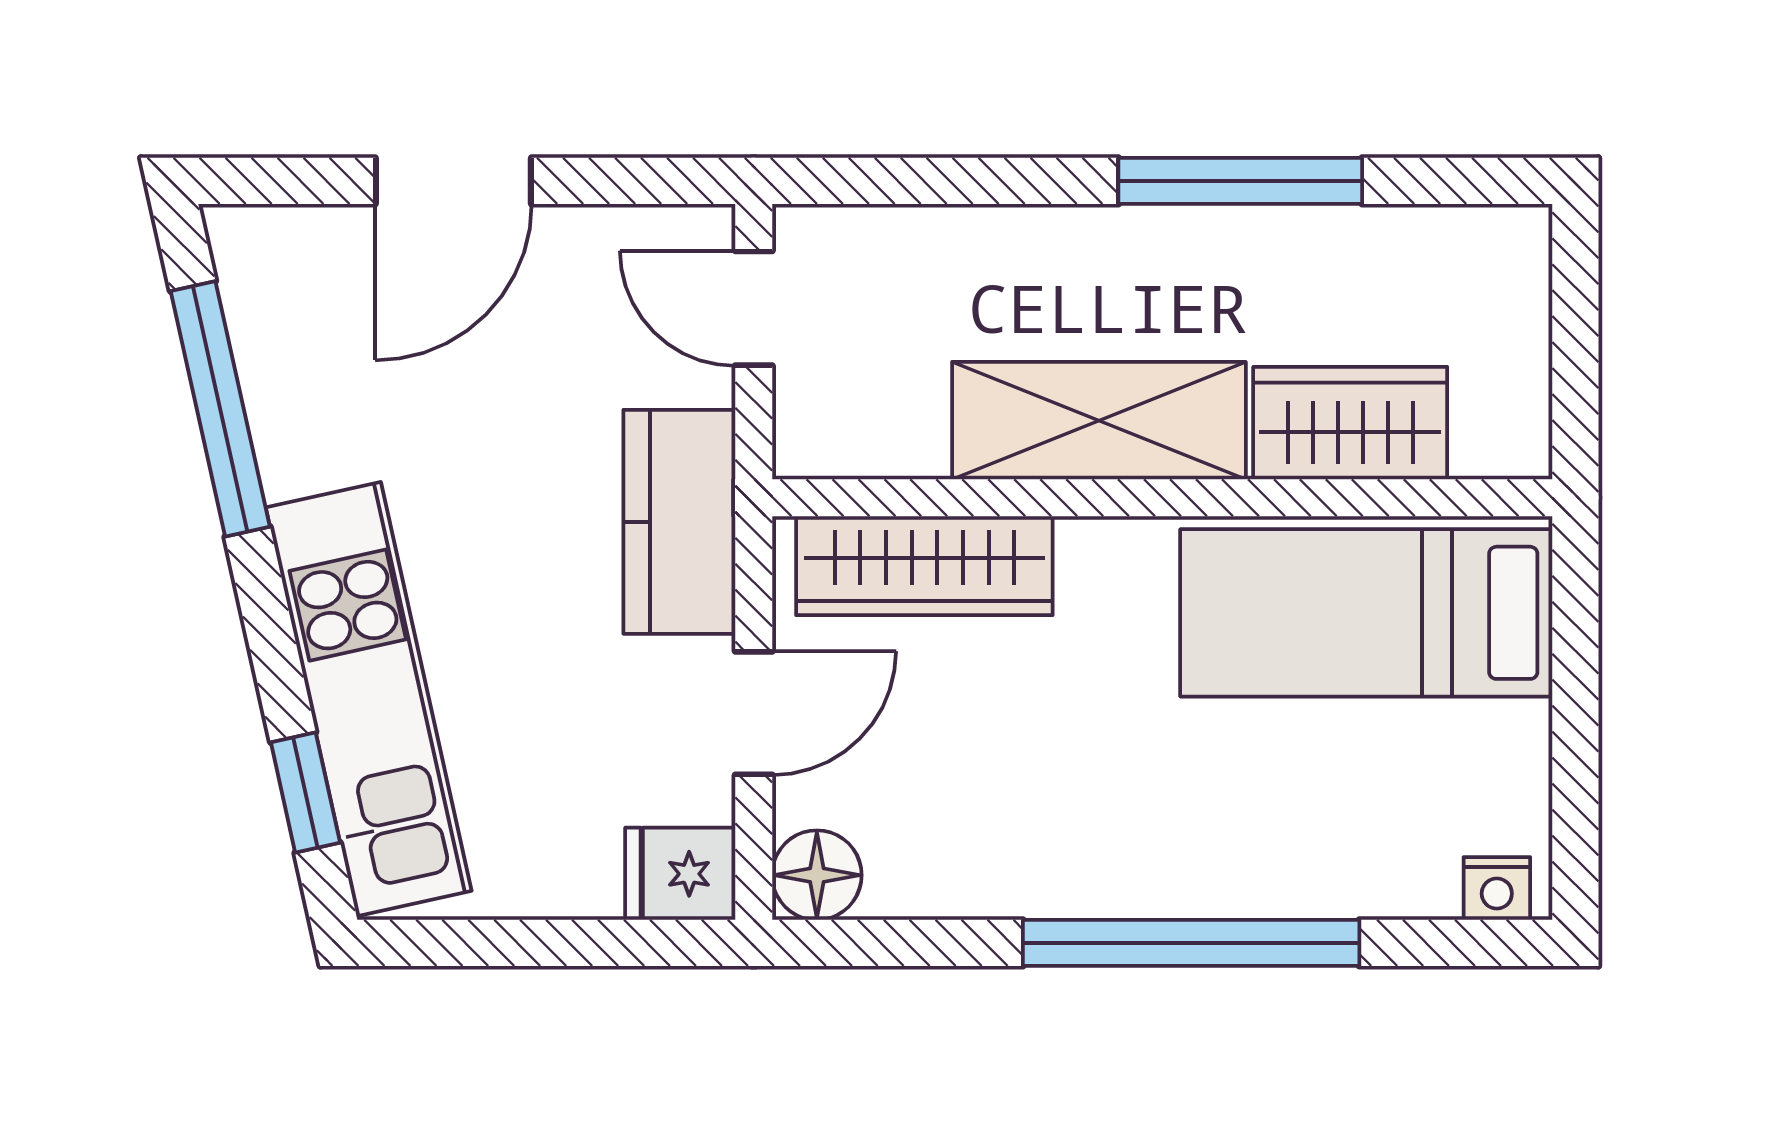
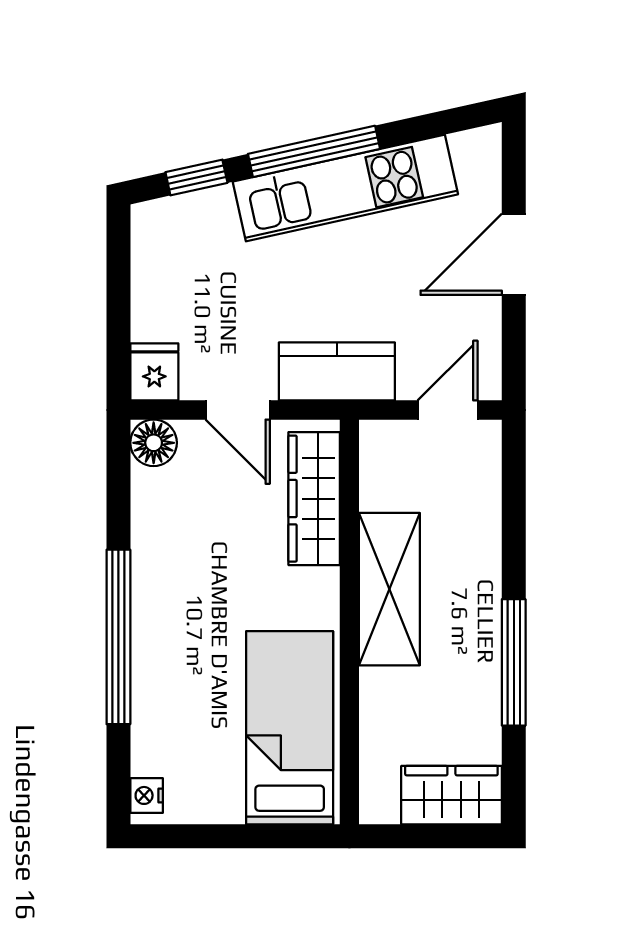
door: (453, 181) -> (514, 254), hinge flipped
window: (220, 409) -> (314, 151), moved
wardrobe: (1350, 423) -> (451, 795), moved, turned -90
kitchen unit: (369, 699) -> (345, 188), moved

